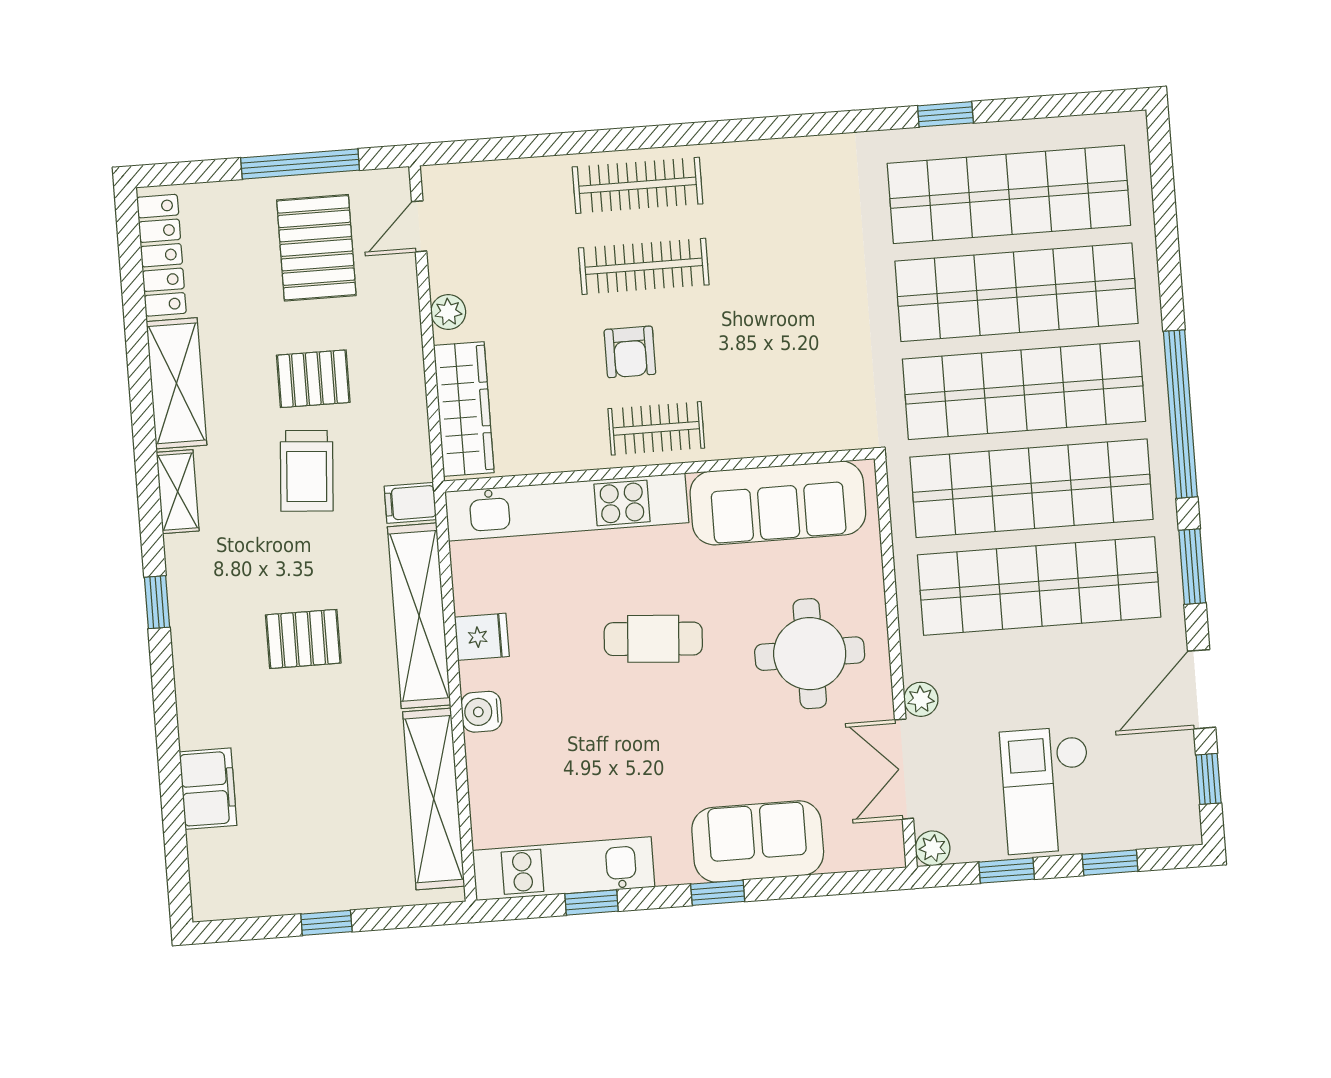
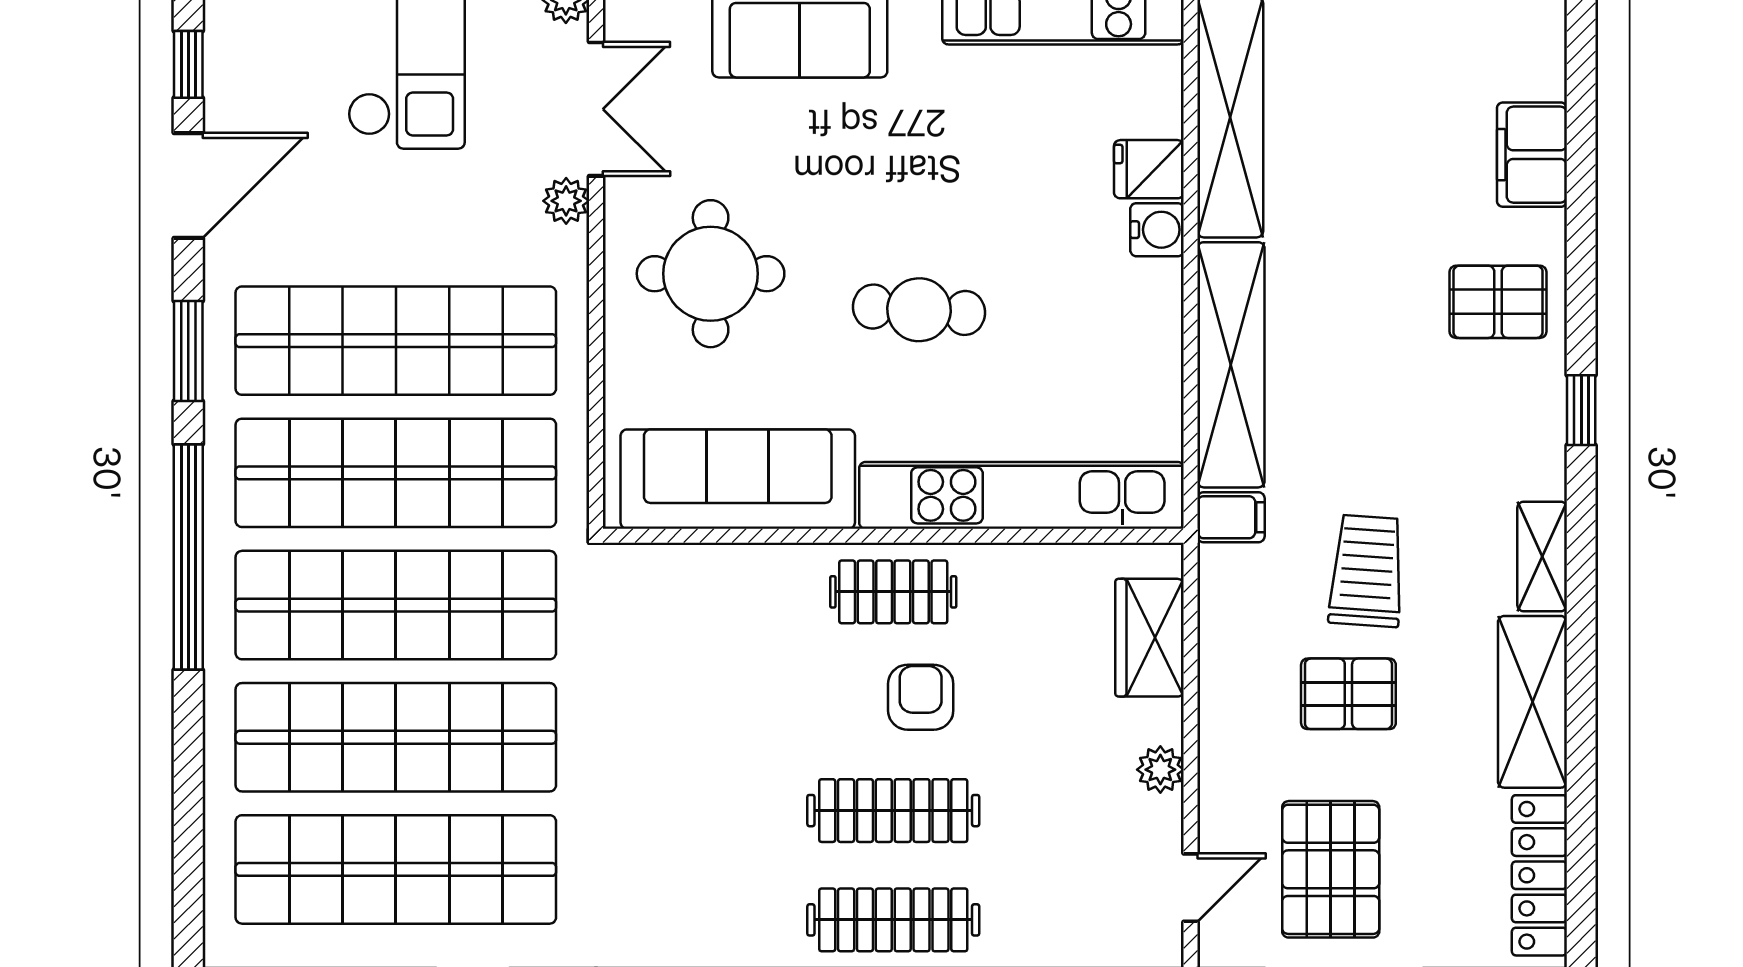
wardrobe: (464, 409) -> (1150, 638), width x0.67
fridge: (482, 637) -> (1149, 169), moved
pallet: (303, 639) -> (1498, 302), moved

